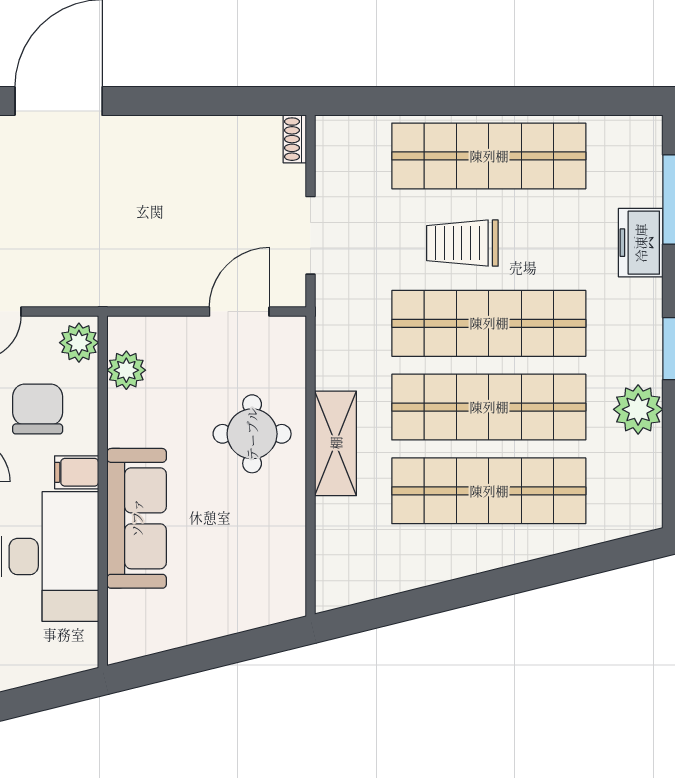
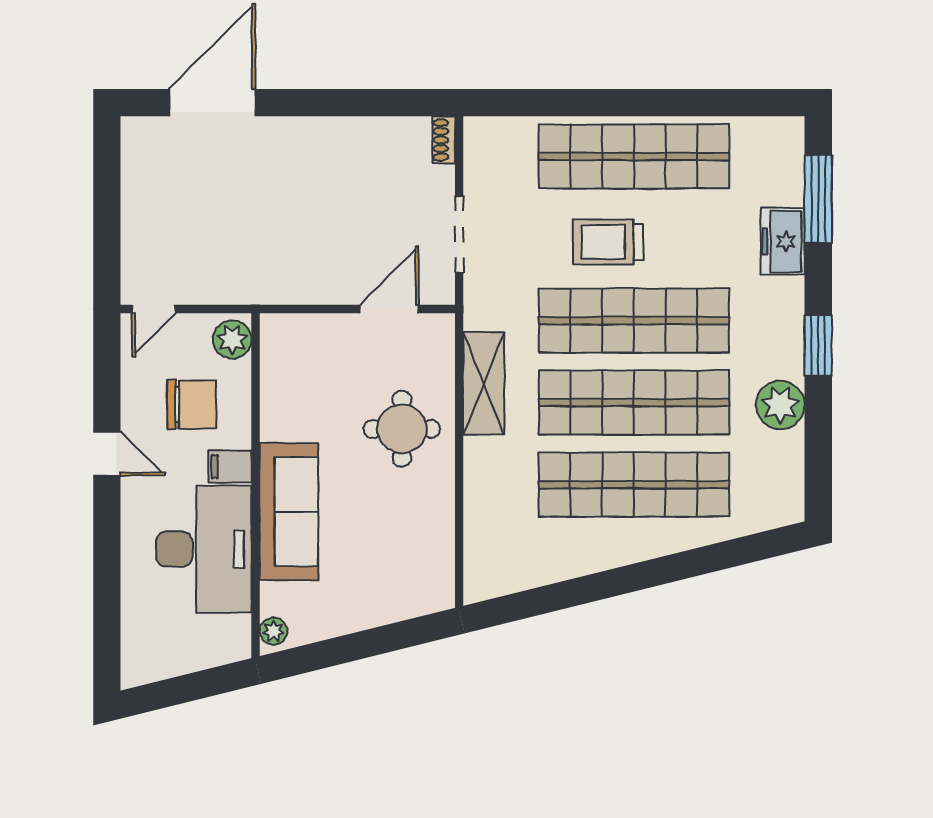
plant: (126, 370) -> (273, 631), moved, width x0.73, depth x0.73
chair: (38, 409) -> (192, 404), turned 90
shelving: (336, 443) -> (484, 383), moved

